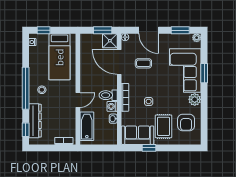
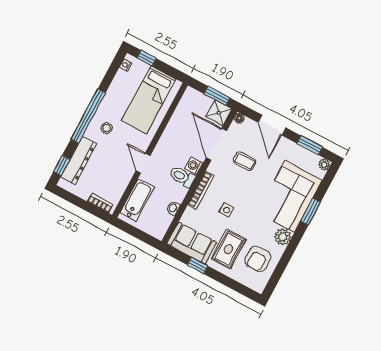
door: (78, 100) -> (143, 163), swing flipped
washing machine: (112, 106) -> (194, 166), moved

